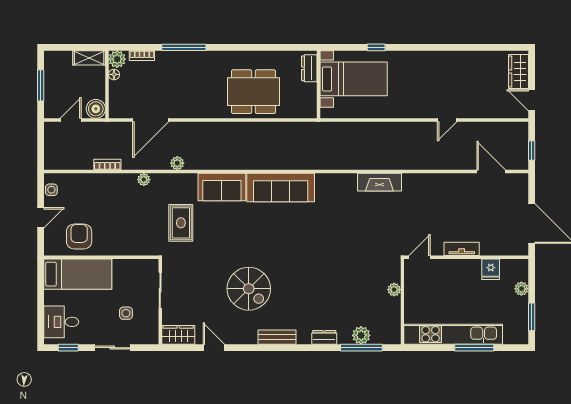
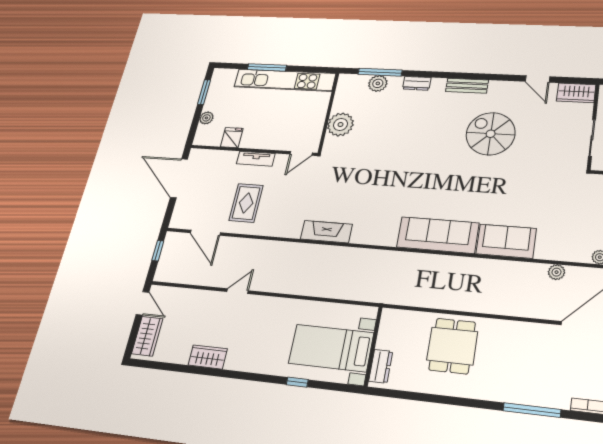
wardrobe: (459, 60) -> (208, 357), added
dining table: (253, 92) -> (452, 346), width x0.73
rug: (181, 223) -> (246, 203), moved
plant: (394, 290) -> (340, 124), width x1.88, depth x1.88

